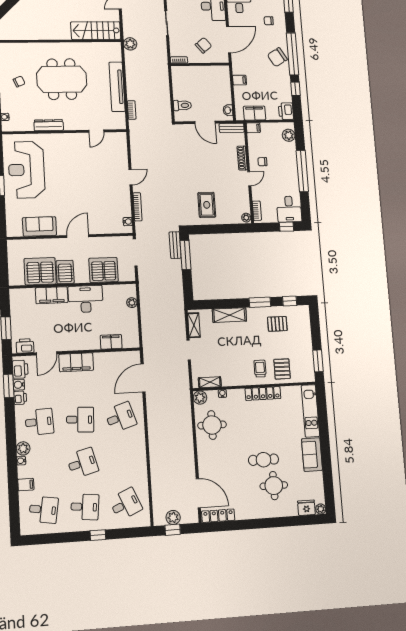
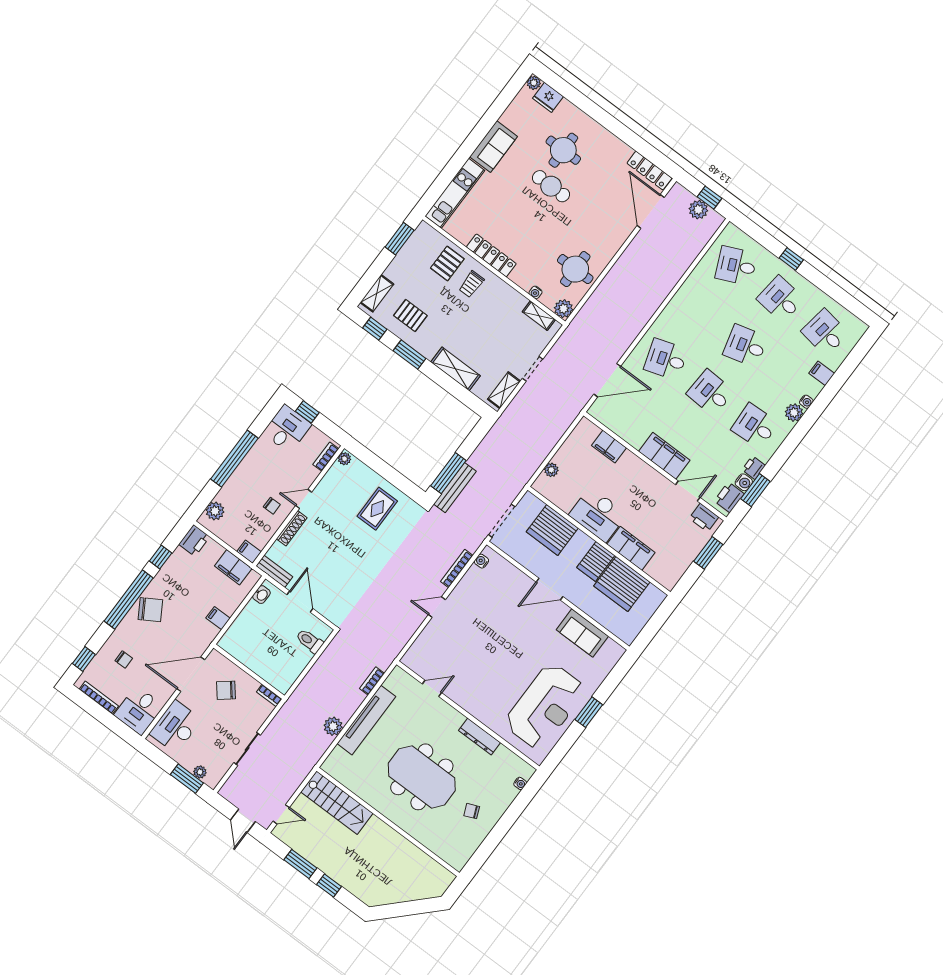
plant: (130, 44) -> (333, 726), moved
bench: (175, 245) -> (455, 488), width x1.36
shelving: (305, 321) -> (377, 293), added

